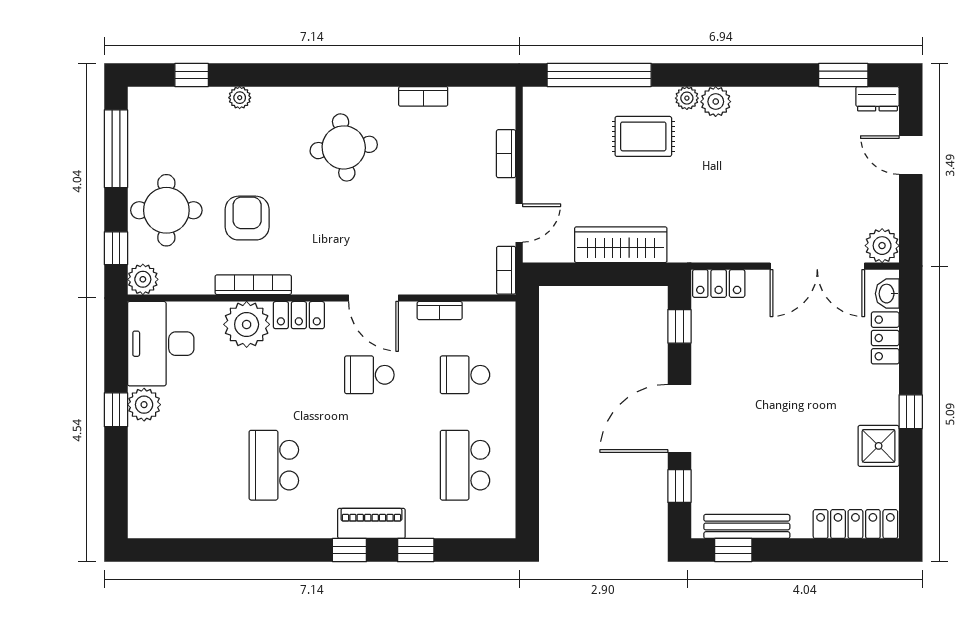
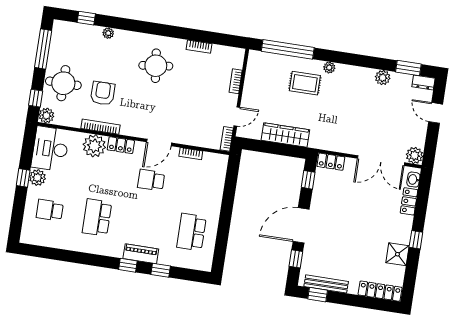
plant: (716, 102) -> (383, 78), moved
door: (374, 298) -> (159, 142), hinge flipped
school desk: (465, 375) -> (50, 210), moved

